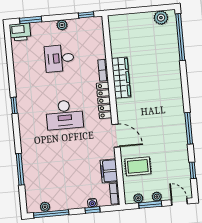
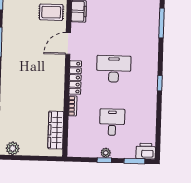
window: (86, 15) -> (104, 160), moved
desk: (59, 58) -> (112, 122), turned -90
wardrobe: (121, 78) -> (56, 130), moved
door: (116, 136) -> (68, 43), hinge flipped

